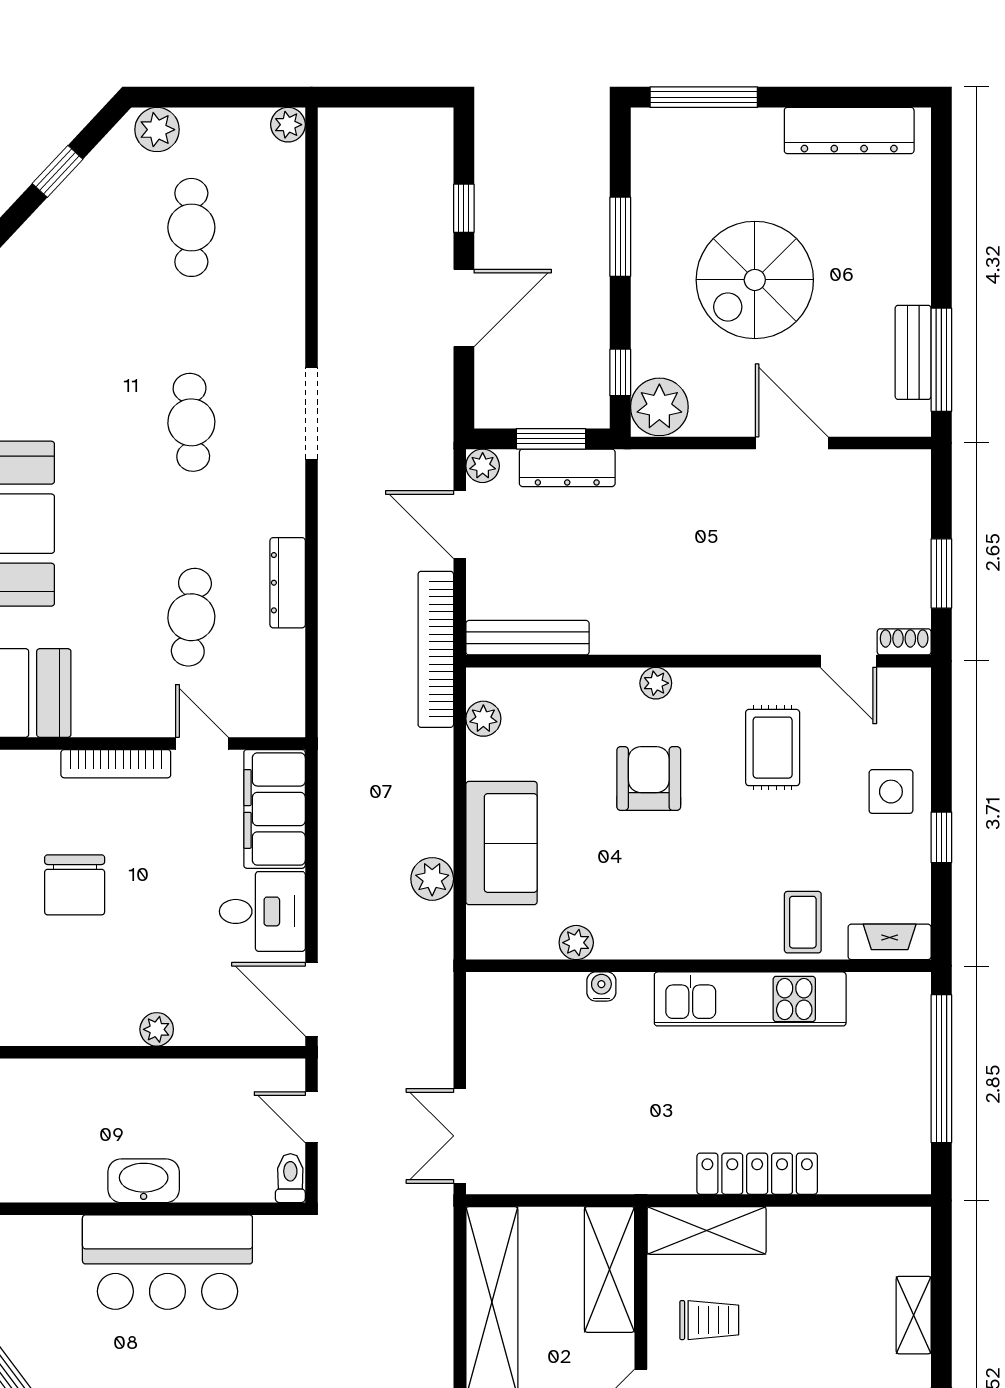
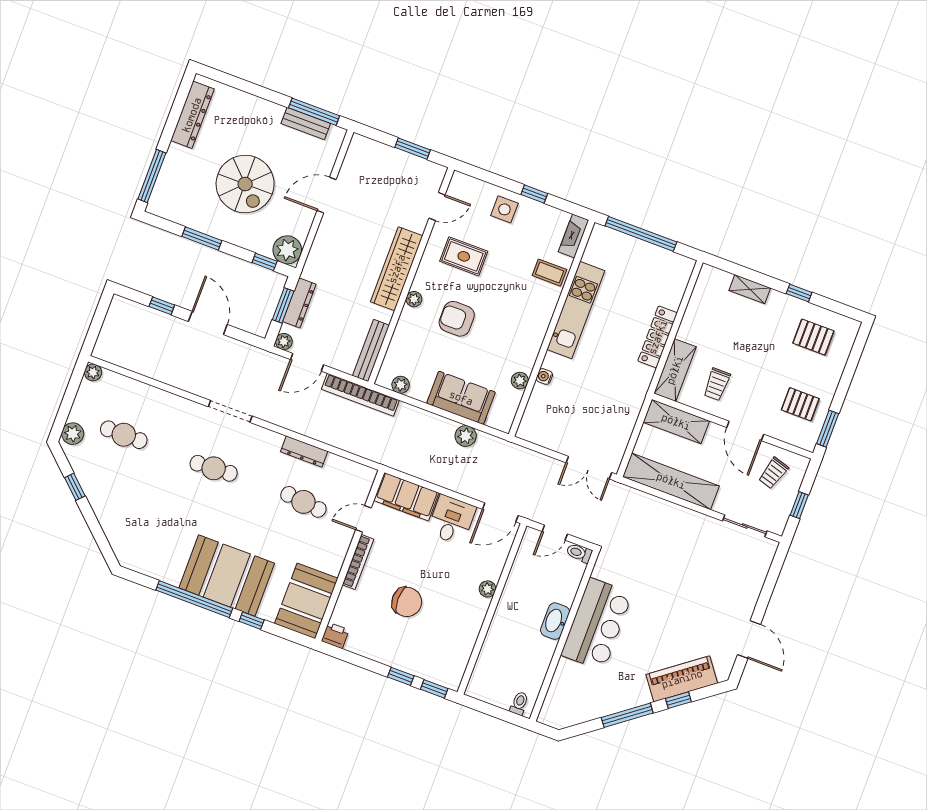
wardrobe: (701, 629) -> (397, 269), added
shoe rack: (904, 642) -> (438, 178), removed
trolley: (709, 1320) -> (717, 384), turned 180

